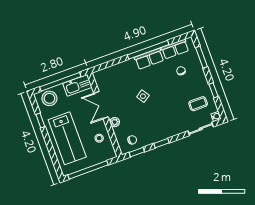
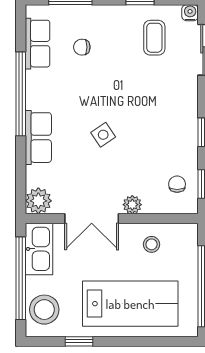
row of seats: (149, 59) -> (38, 138), moved
plant: (100, 77) -> (38, 201), added

